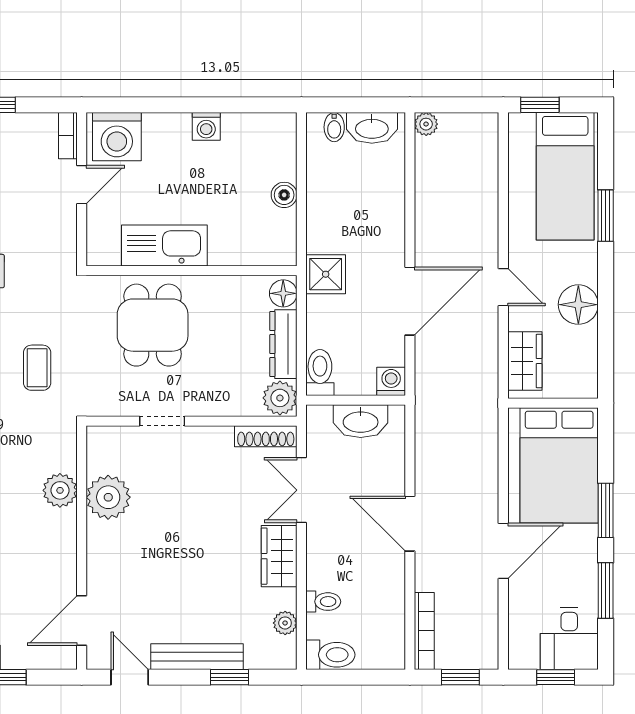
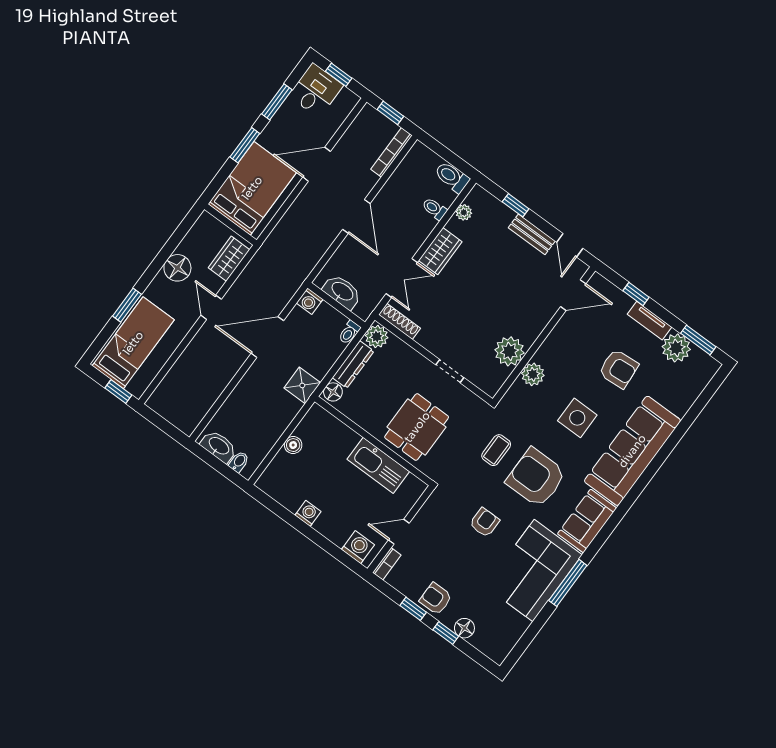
plant: (426, 124) -> (188, 427), removed
washing machine: (117, 137) -> (358, 547), width x0.73, depth x0.73
toilet: (320, 373) -> (349, 332), width x0.73, depth x0.72
bench: (197, 657) -> (532, 234), width x0.73

